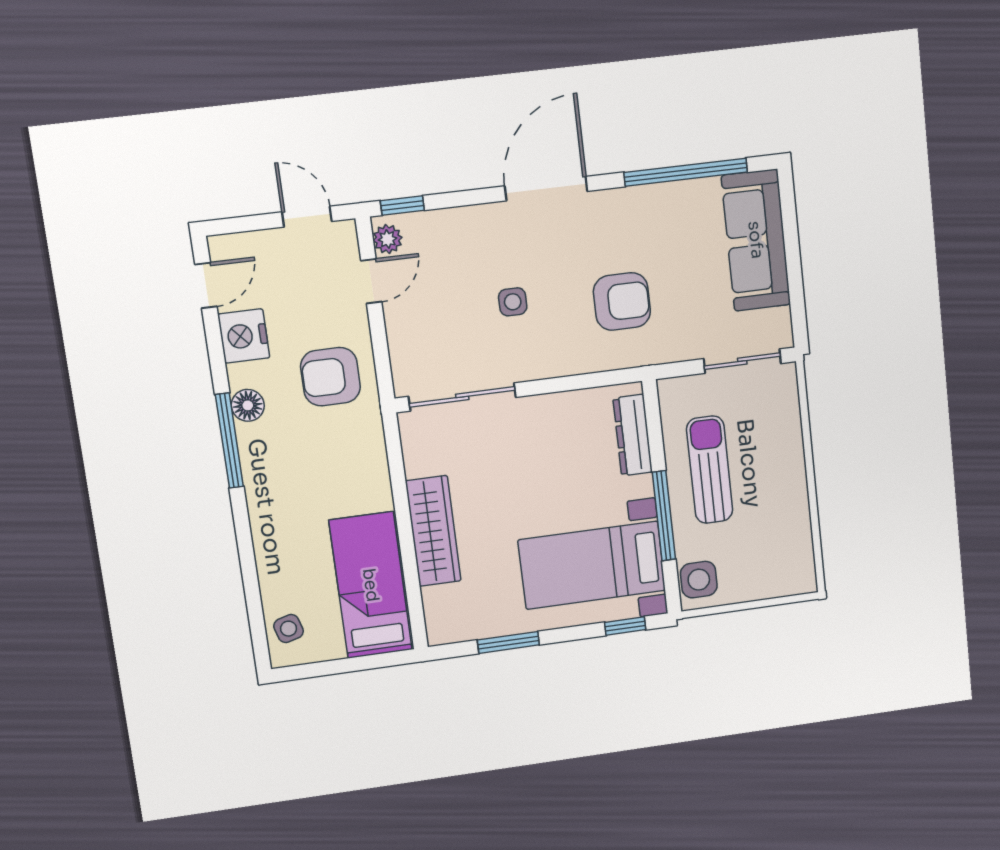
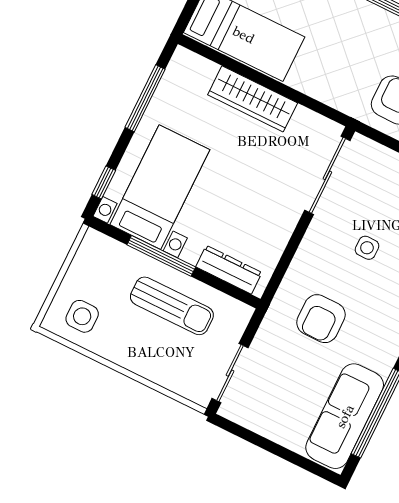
sofa: (756, 240) -> (345, 416), moved, turned -90
side table: (699, 580) -> (82, 316), moved
window: (508, 642) -> (145, 98), width x1.44

